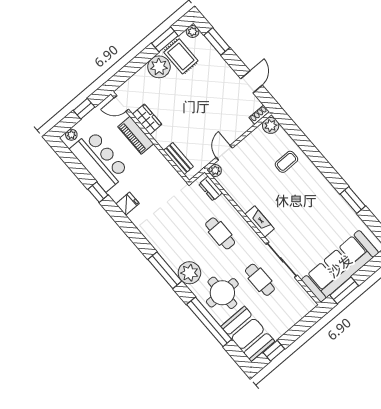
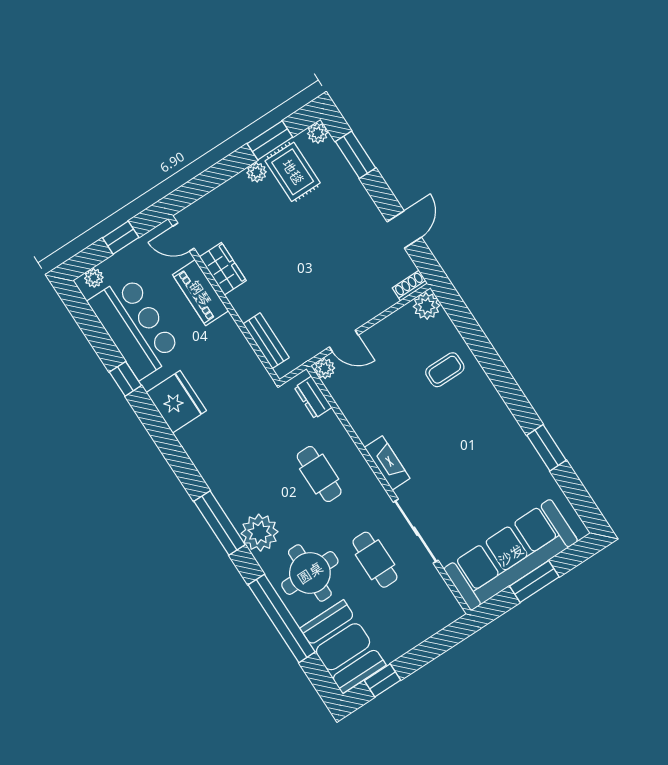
plant: (159, 67) -> (257, 172), width x0.53, depth x0.53
door: (224, 153) -> (344, 341), swing flipped
fridge: (127, 204) -> (176, 402), width x1.88, depth x1.34
window: (344, 290) -> (534, 581), moved

